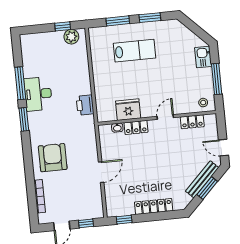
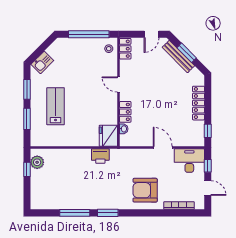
kitchen sink: (203, 57) -> (42, 62), moved, turned -45
window: (217, 79) -> (89, 34), width x1.46
desk: (38, 94) -> (189, 161), moved, turned 180
fridge: (128, 110) -> (108, 136), moved
locker: (192, 122) -> (125, 49), moved

